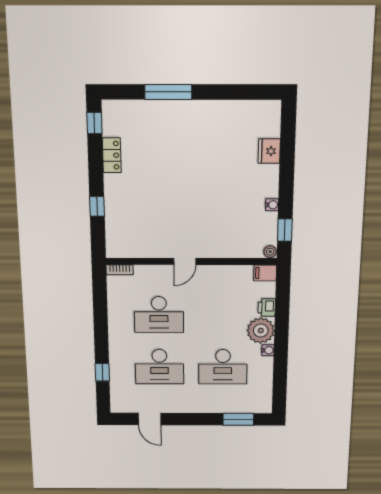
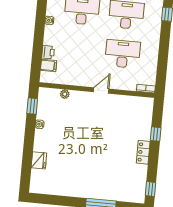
locker: (112, 155) -> (143, 152), moved
plant: (270, 252) -> (65, 94), moved
filing cabinet: (265, 273) -> (49, 65), moved
plant: (261, 331) -> (53, 36), removed

